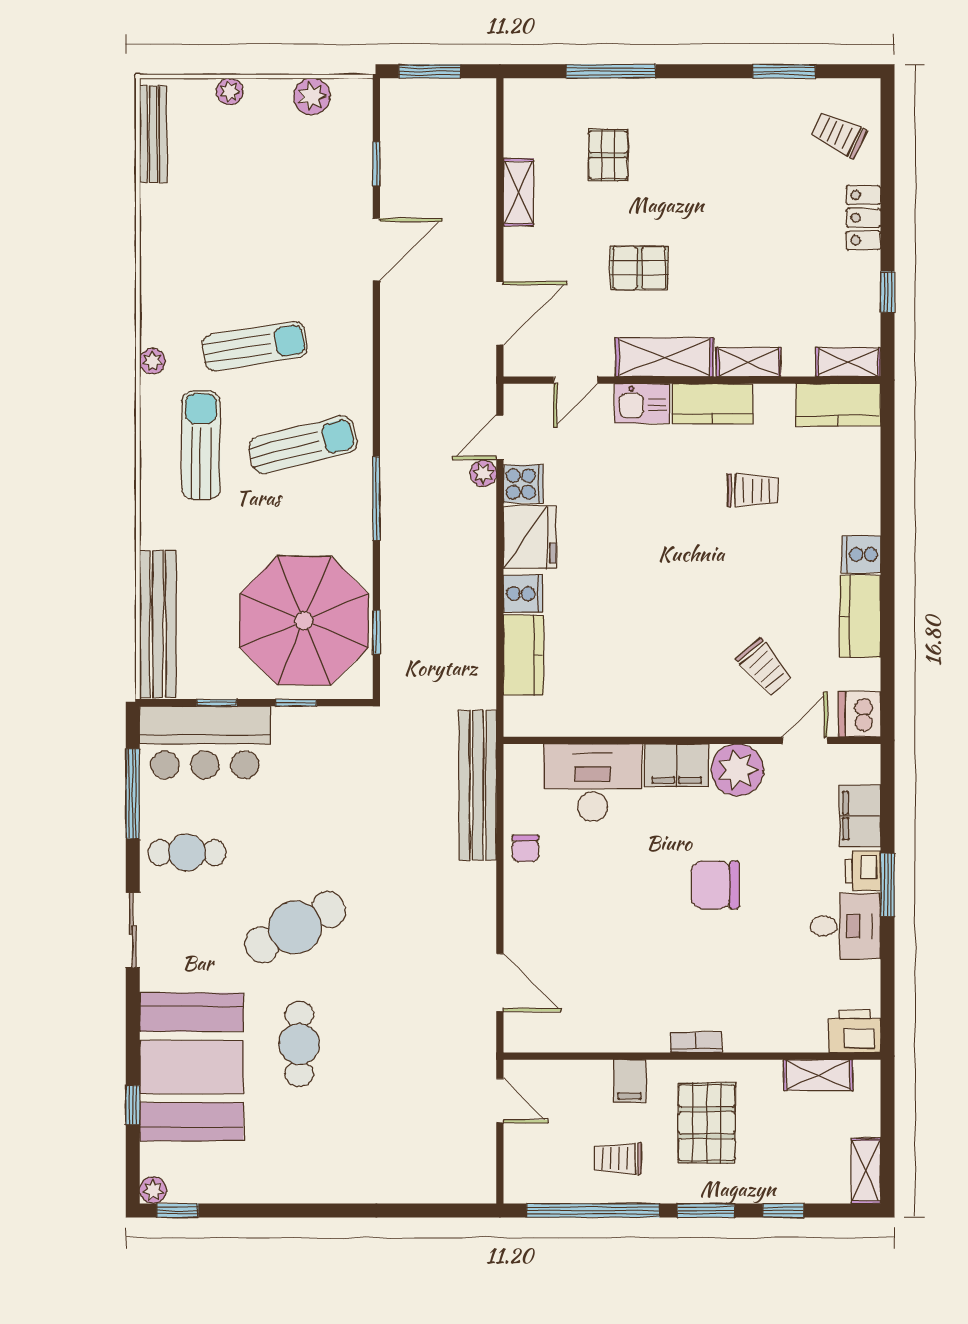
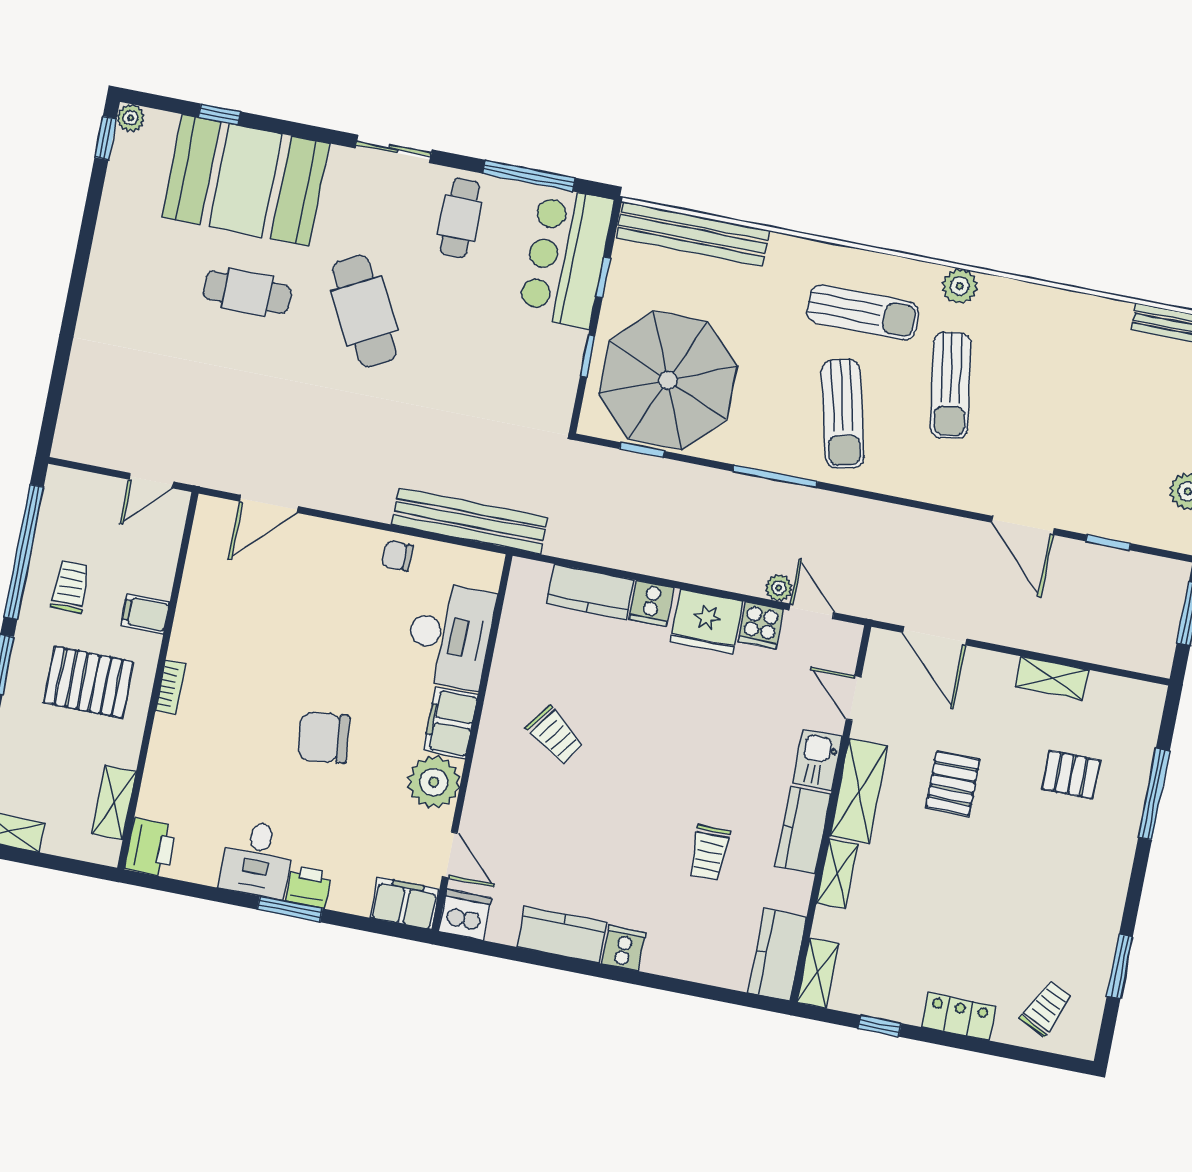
plant: (152, 361) -> (960, 286), width x1.38, depth x1.38
trolley: (765, 667) -> (555, 735), moved, turned -104
filing cabinet: (860, 816) -> (405, 903), moved
chair: (715, 885) -> (324, 737), turned -96

